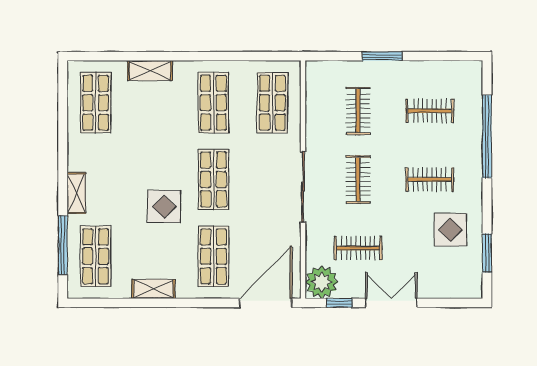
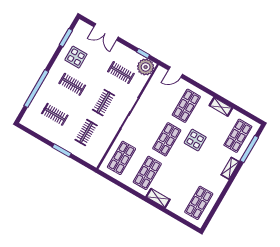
shelving: (150, 70) -> (158, 198), moved
door: (266, 303) -> (175, 72), width x0.53
double door: (391, 303) -> (106, 32), moved

